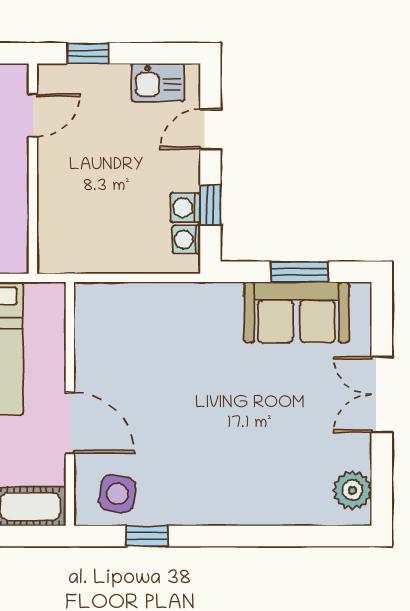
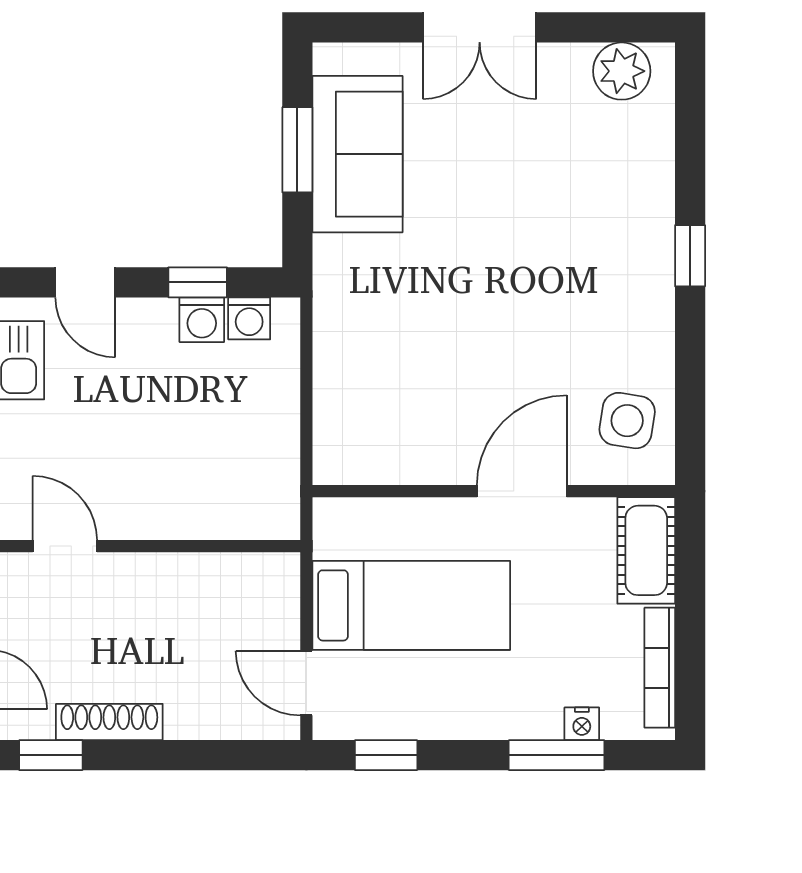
window: (147, 536) -> (690, 256), moved

